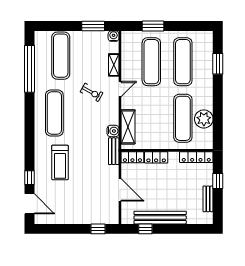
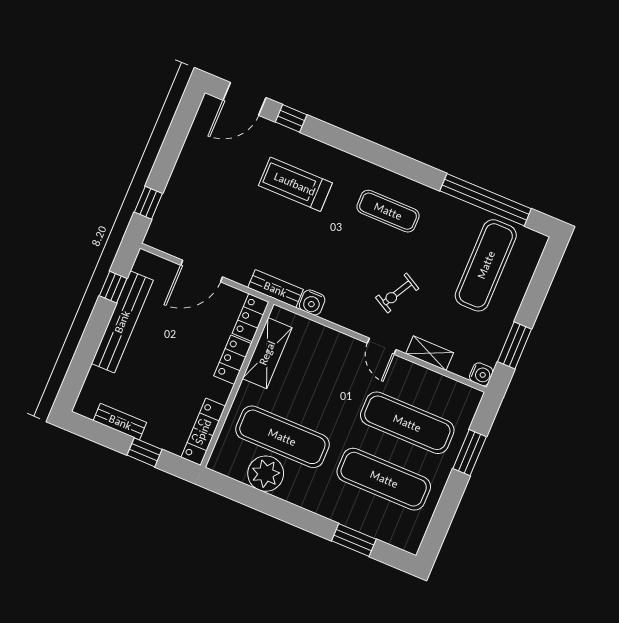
exercise mat: (61, 56) -> (486, 265), turned 90
exercise mat: (54, 113) -> (388, 211), width x0.73, depth x0.69
shelving: (128, 127) -> (267, 353), moved, turned 90

